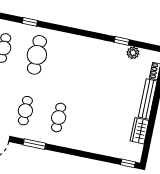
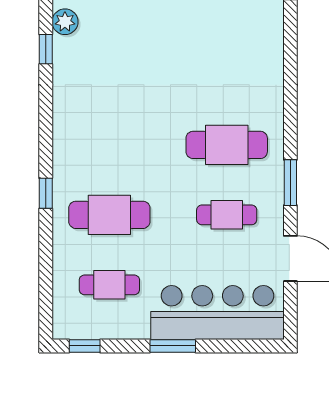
window: (30, 22) -> (46, 193), moved
cafe table: (59, 117) -> (227, 145), width x1.37, depth x1.35

